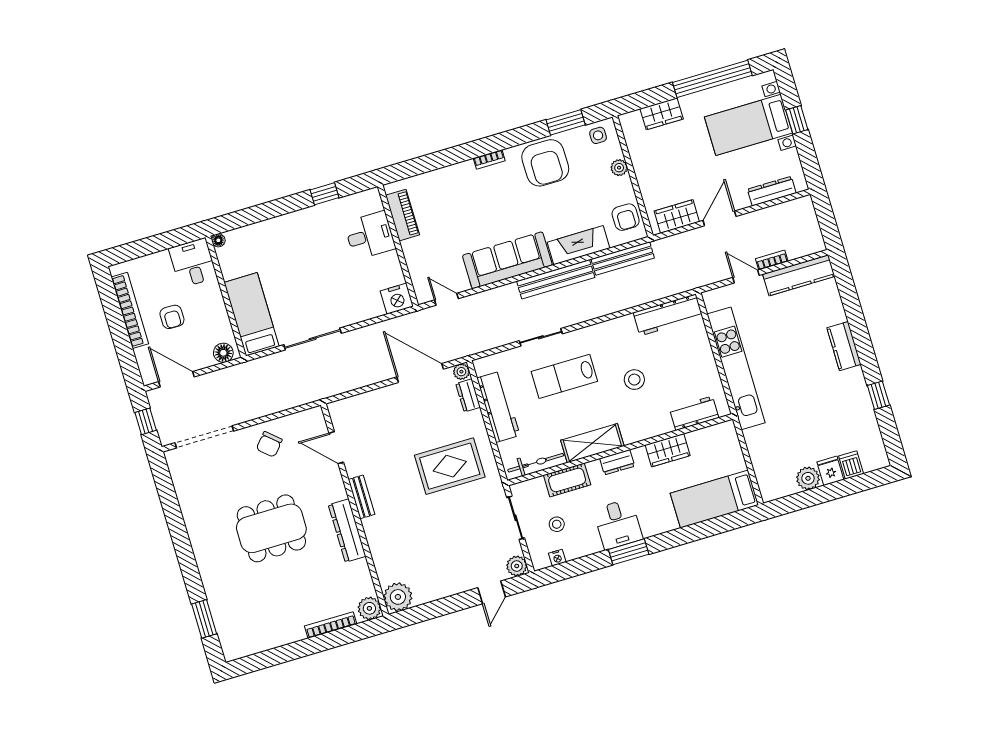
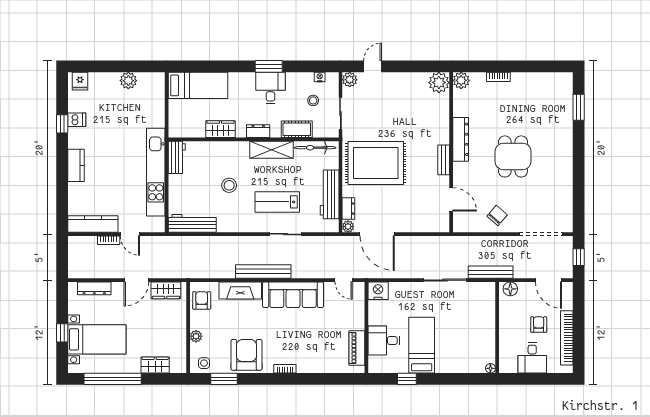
bench: (623, 258) -> (491, 272), moved
desk: (193, 263) -> (532, 358), moved
bed: (251, 314) -> (422, 345), moved, turned 180
lab bench: (564, 376) -> (277, 202), turned 180
workbench: (694, 413) -> (177, 157), moved, turned -90
dishwasher: (851, 465) -> (77, 120), moved, turned -90
rug: (450, 466) -> (376, 163), width x1.37, depth x1.44
fridge: (830, 471) -> (80, 81), moved
dining table: (271, 528) -> (513, 156), width x0.73
bookcase: (331, 625) -> (498, 77), width x0.64

